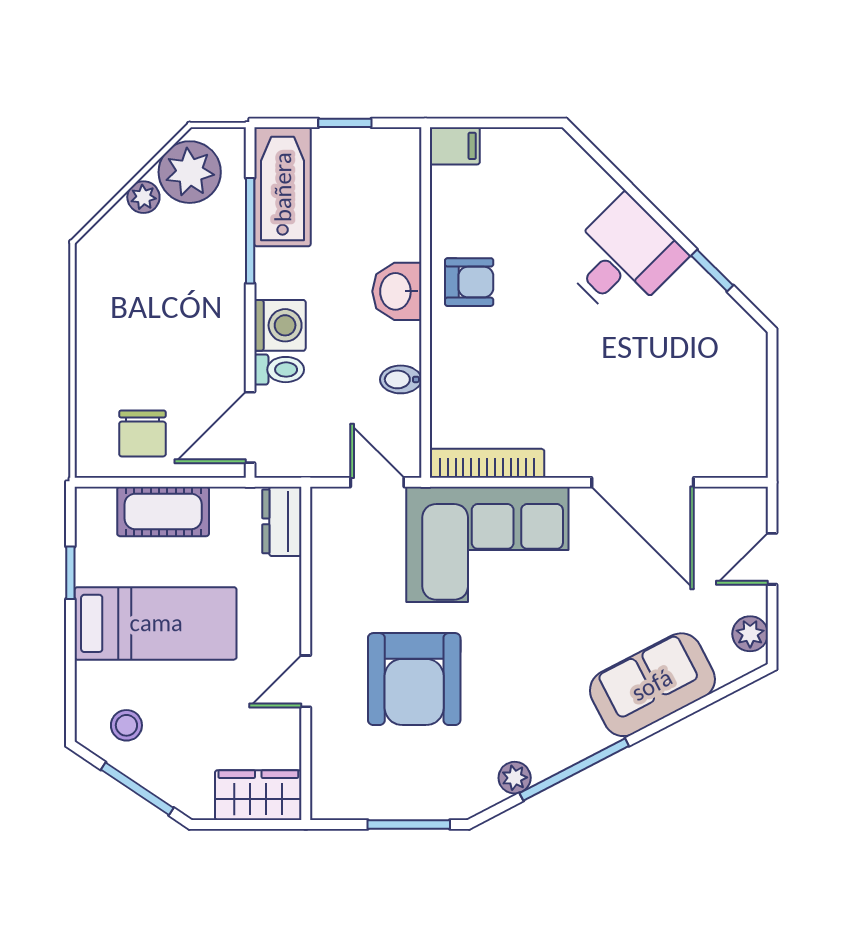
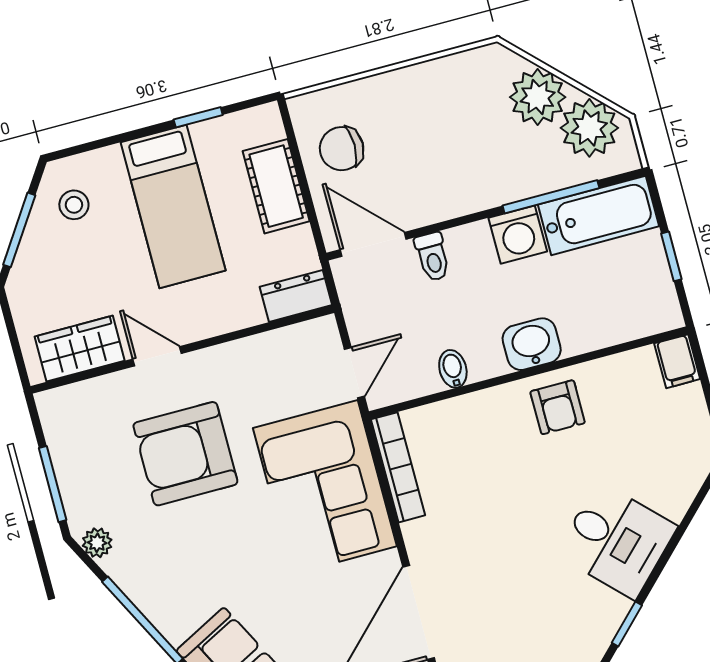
plant: (143, 197) -> (538, 97), width x1.87, depth x1.87
washing machine: (280, 325) -> (518, 235), moved
plant: (515, 778) -> (97, 543), moved
wardrobe: (258, 795) -> (80, 349), moved, turned -90

